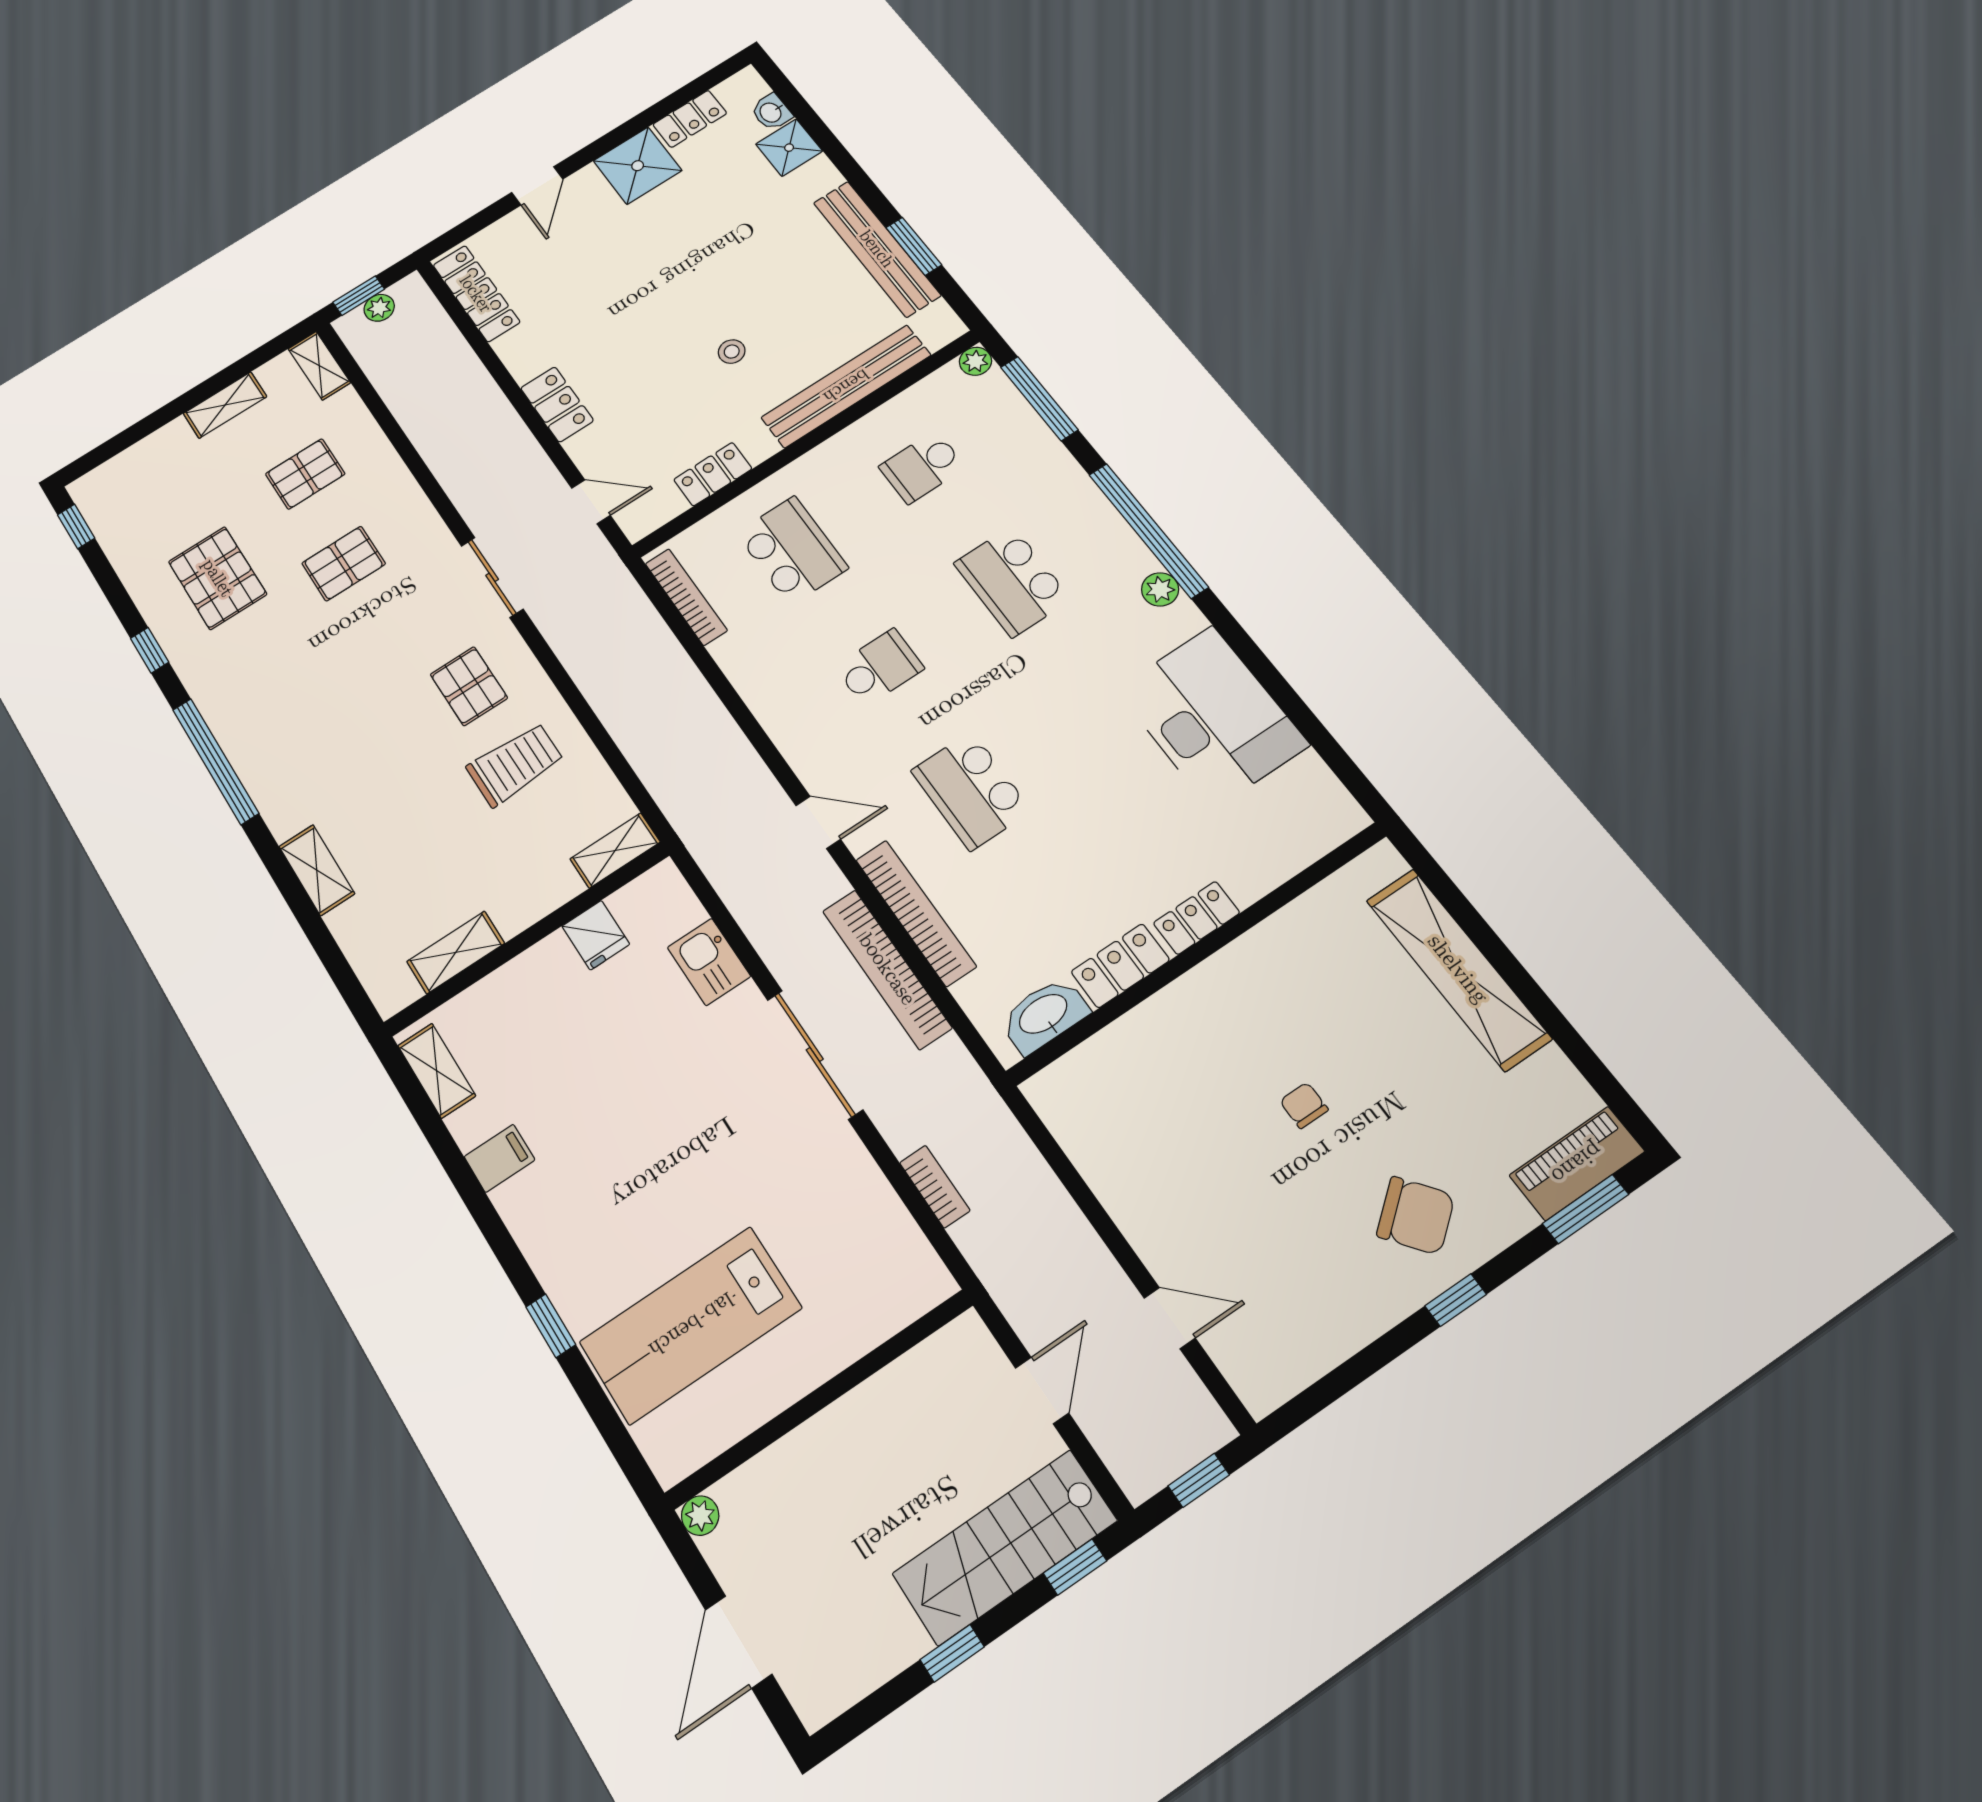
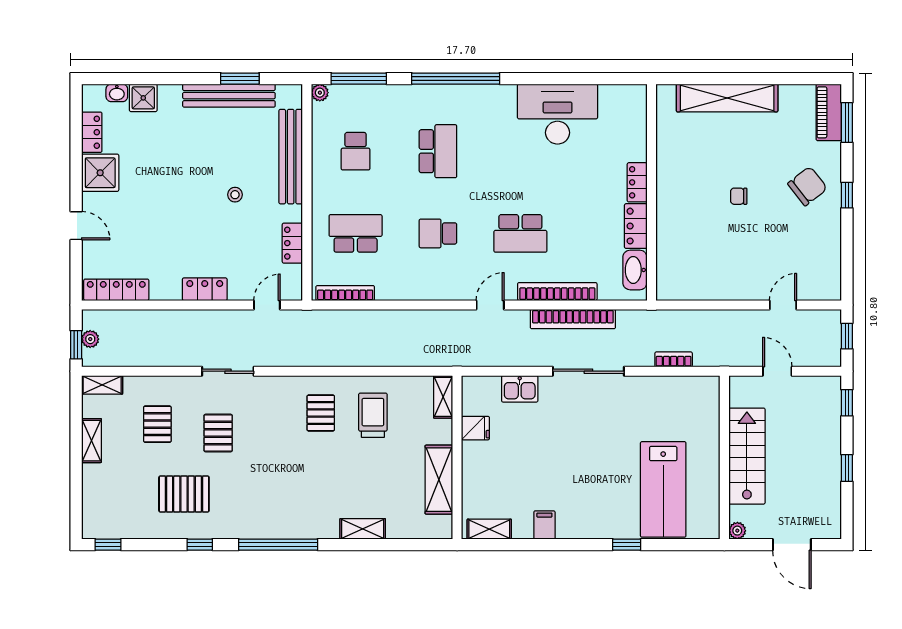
sliding door: (492, 577) -> (228, 371), moved
school desk: (1012, 581) -> (438, 151), turned -90
plant: (1160, 589) -> (486, 93), removed
school desk: (879, 668) -> (438, 233), turned -90
pallet: (469, 686) -> (321, 413), turned 90
shelving: (456, 952) -> (439, 480), width x1.50, depth x1.33
stairs: (1005, 1547) -> (747, 456), moved, turned 180

